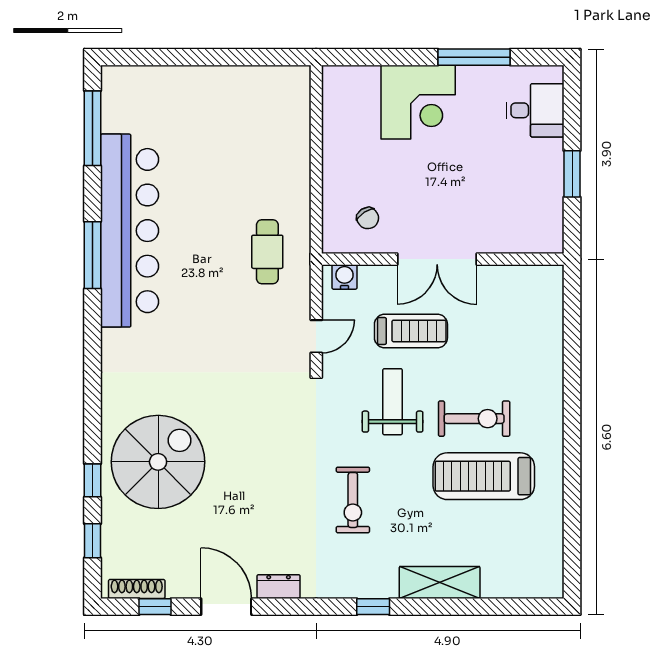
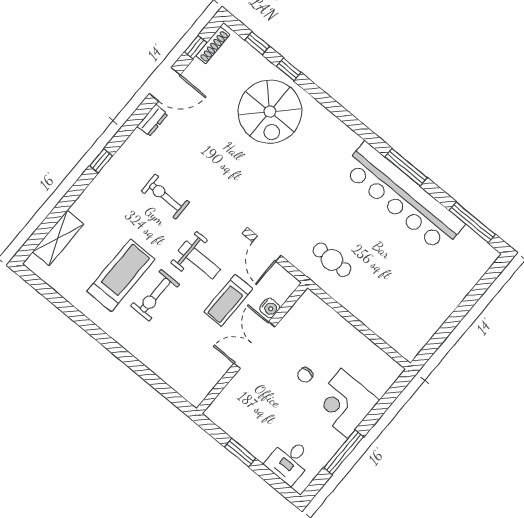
chair: (368, 218) -> (305, 375), moved, turned -57
water cooler: (345, 277) -> (270, 308), moved
door: (316, 336) -> (267, 249), width x1.38
shelving: (440, 582) -> (58, 238), moved

